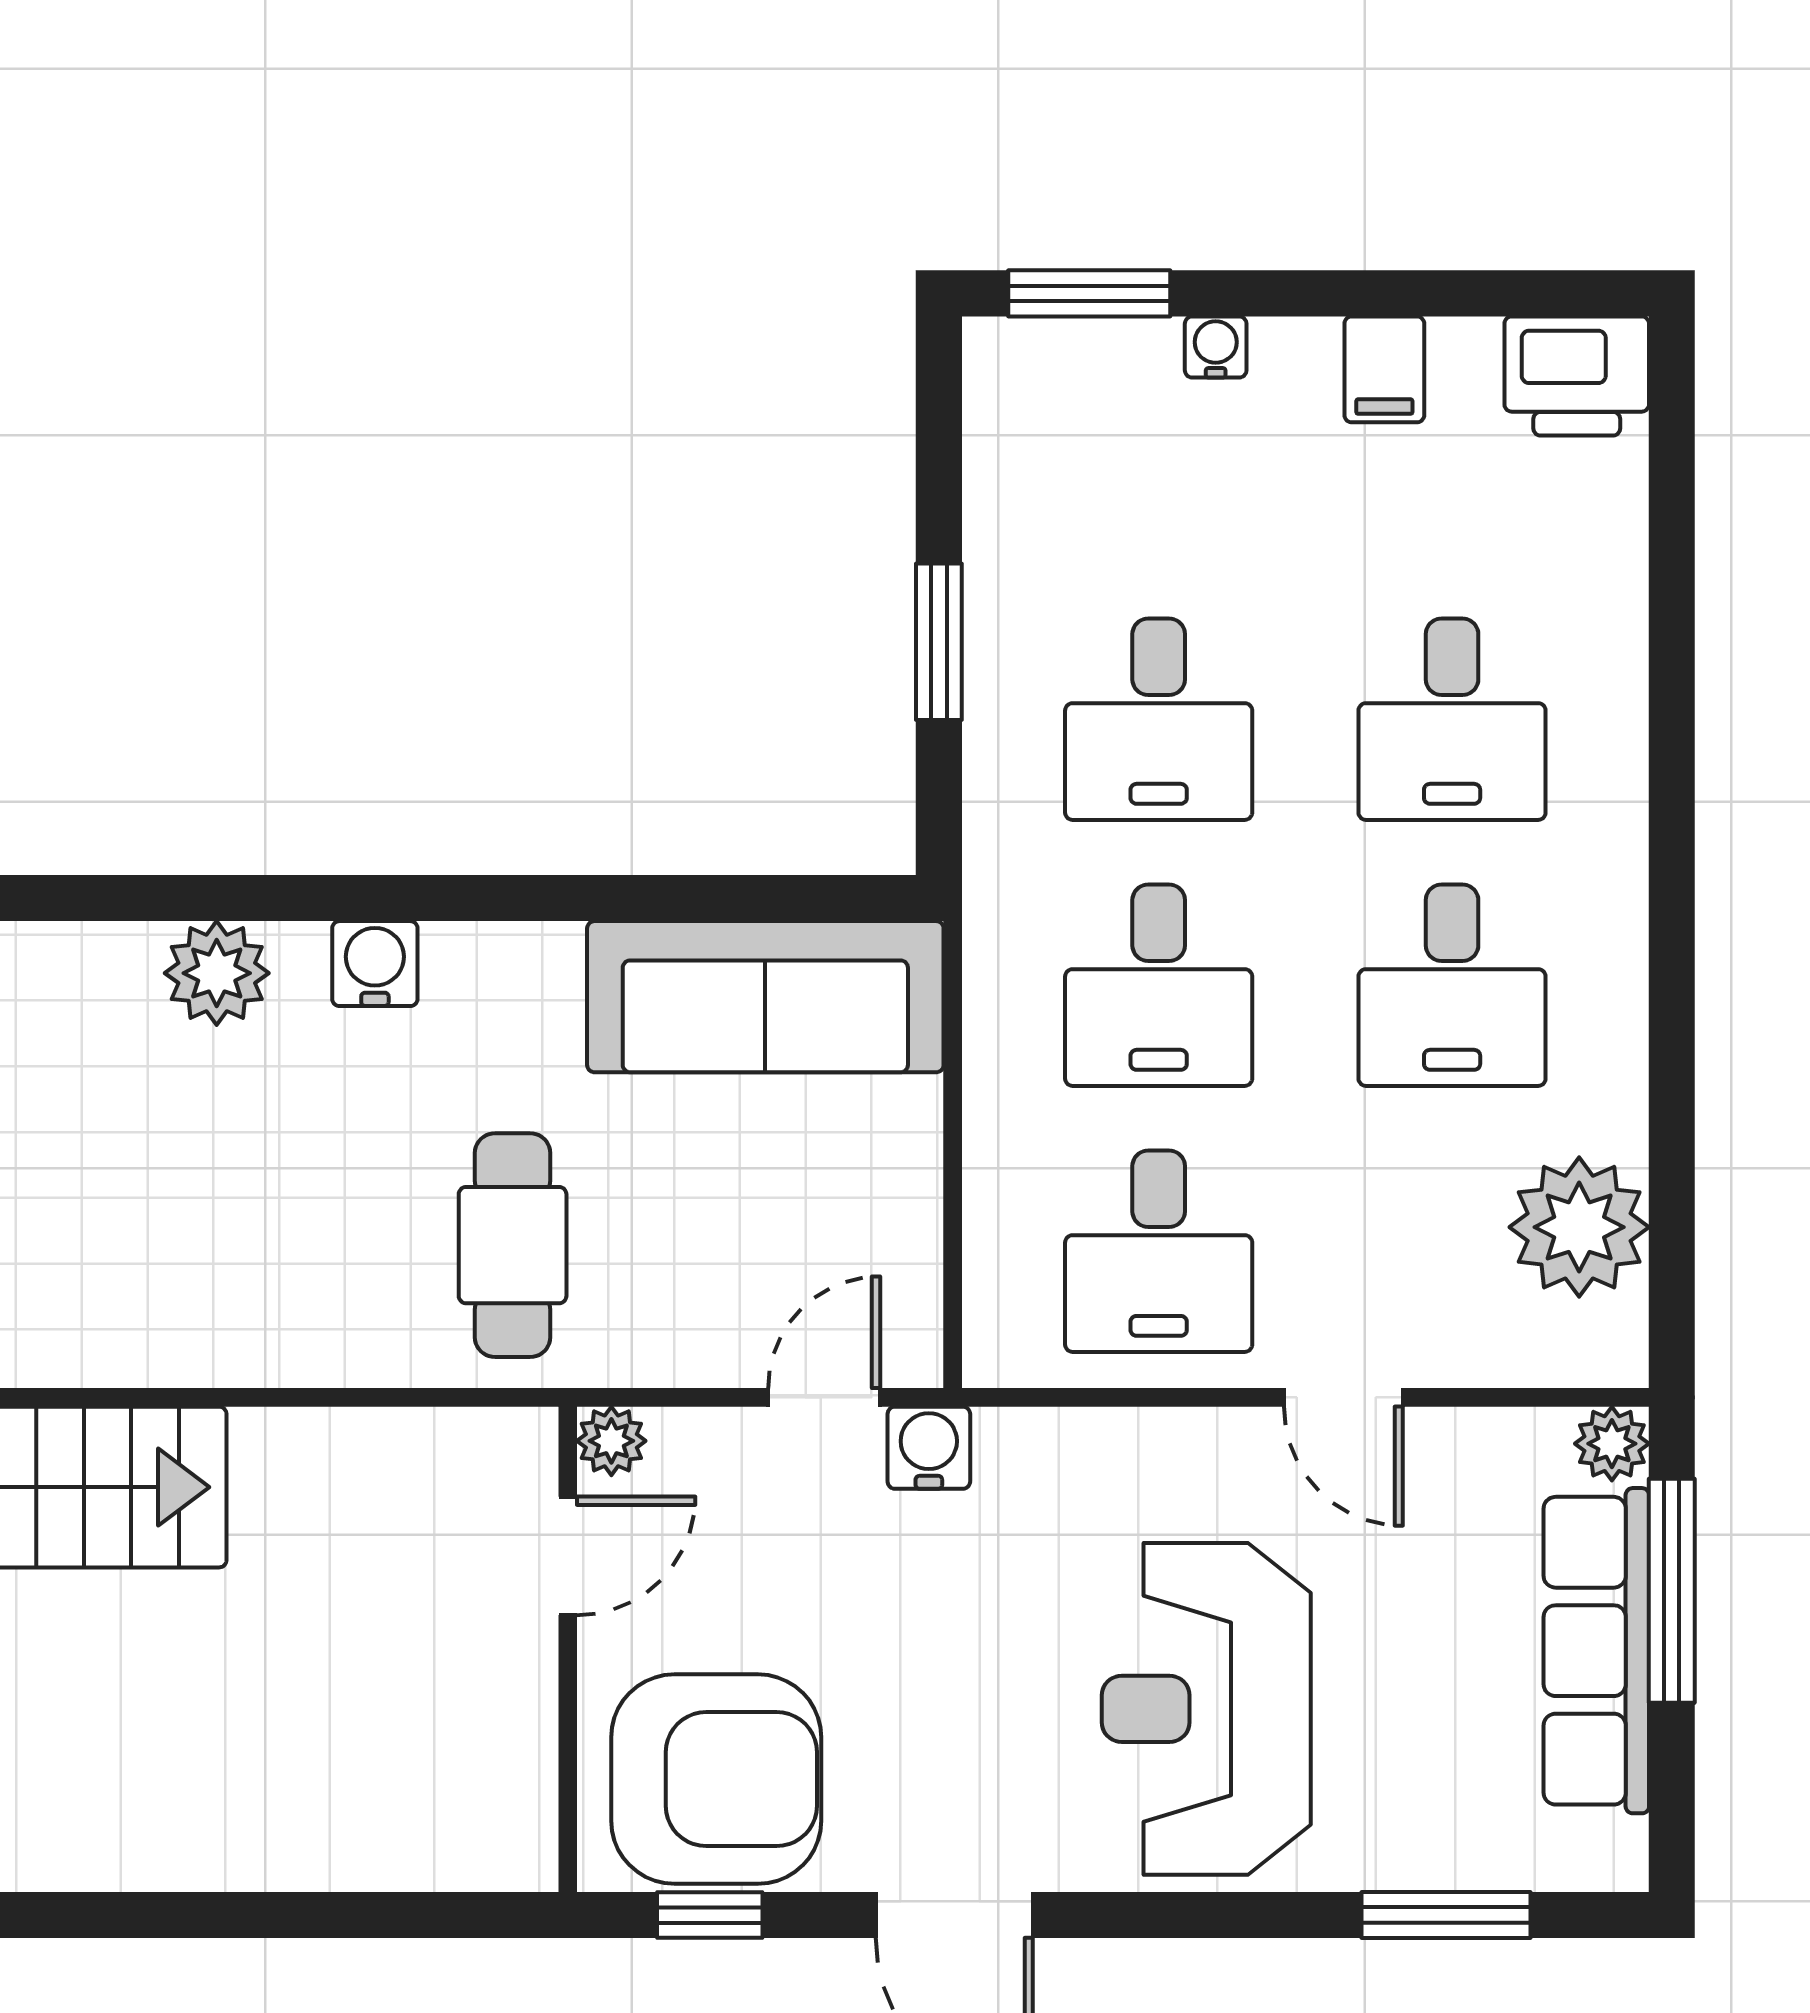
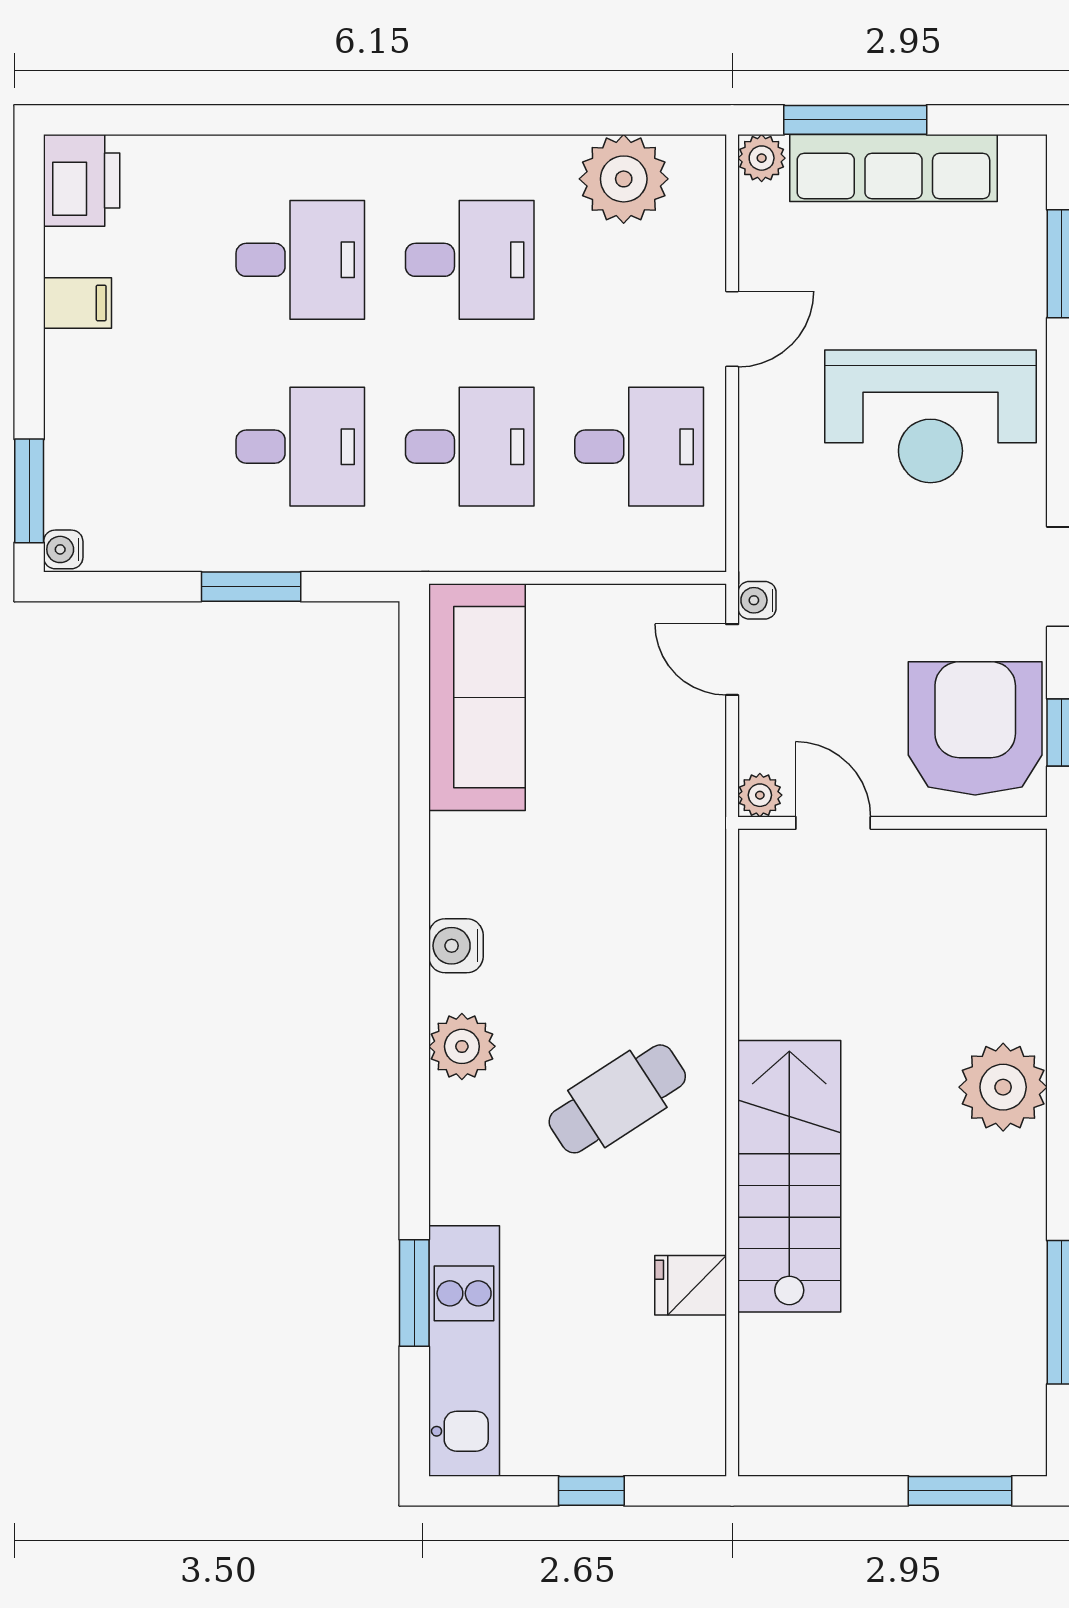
water cooler: (1216, 347) -> (63, 549), moved
cafe table: (513, 1245) -> (617, 1099), moved, turned -33
water cooler: (929, 1448) -> (757, 600), width x0.72, depth x0.72
plant: (153, 1823) -> (1003, 1087), added

